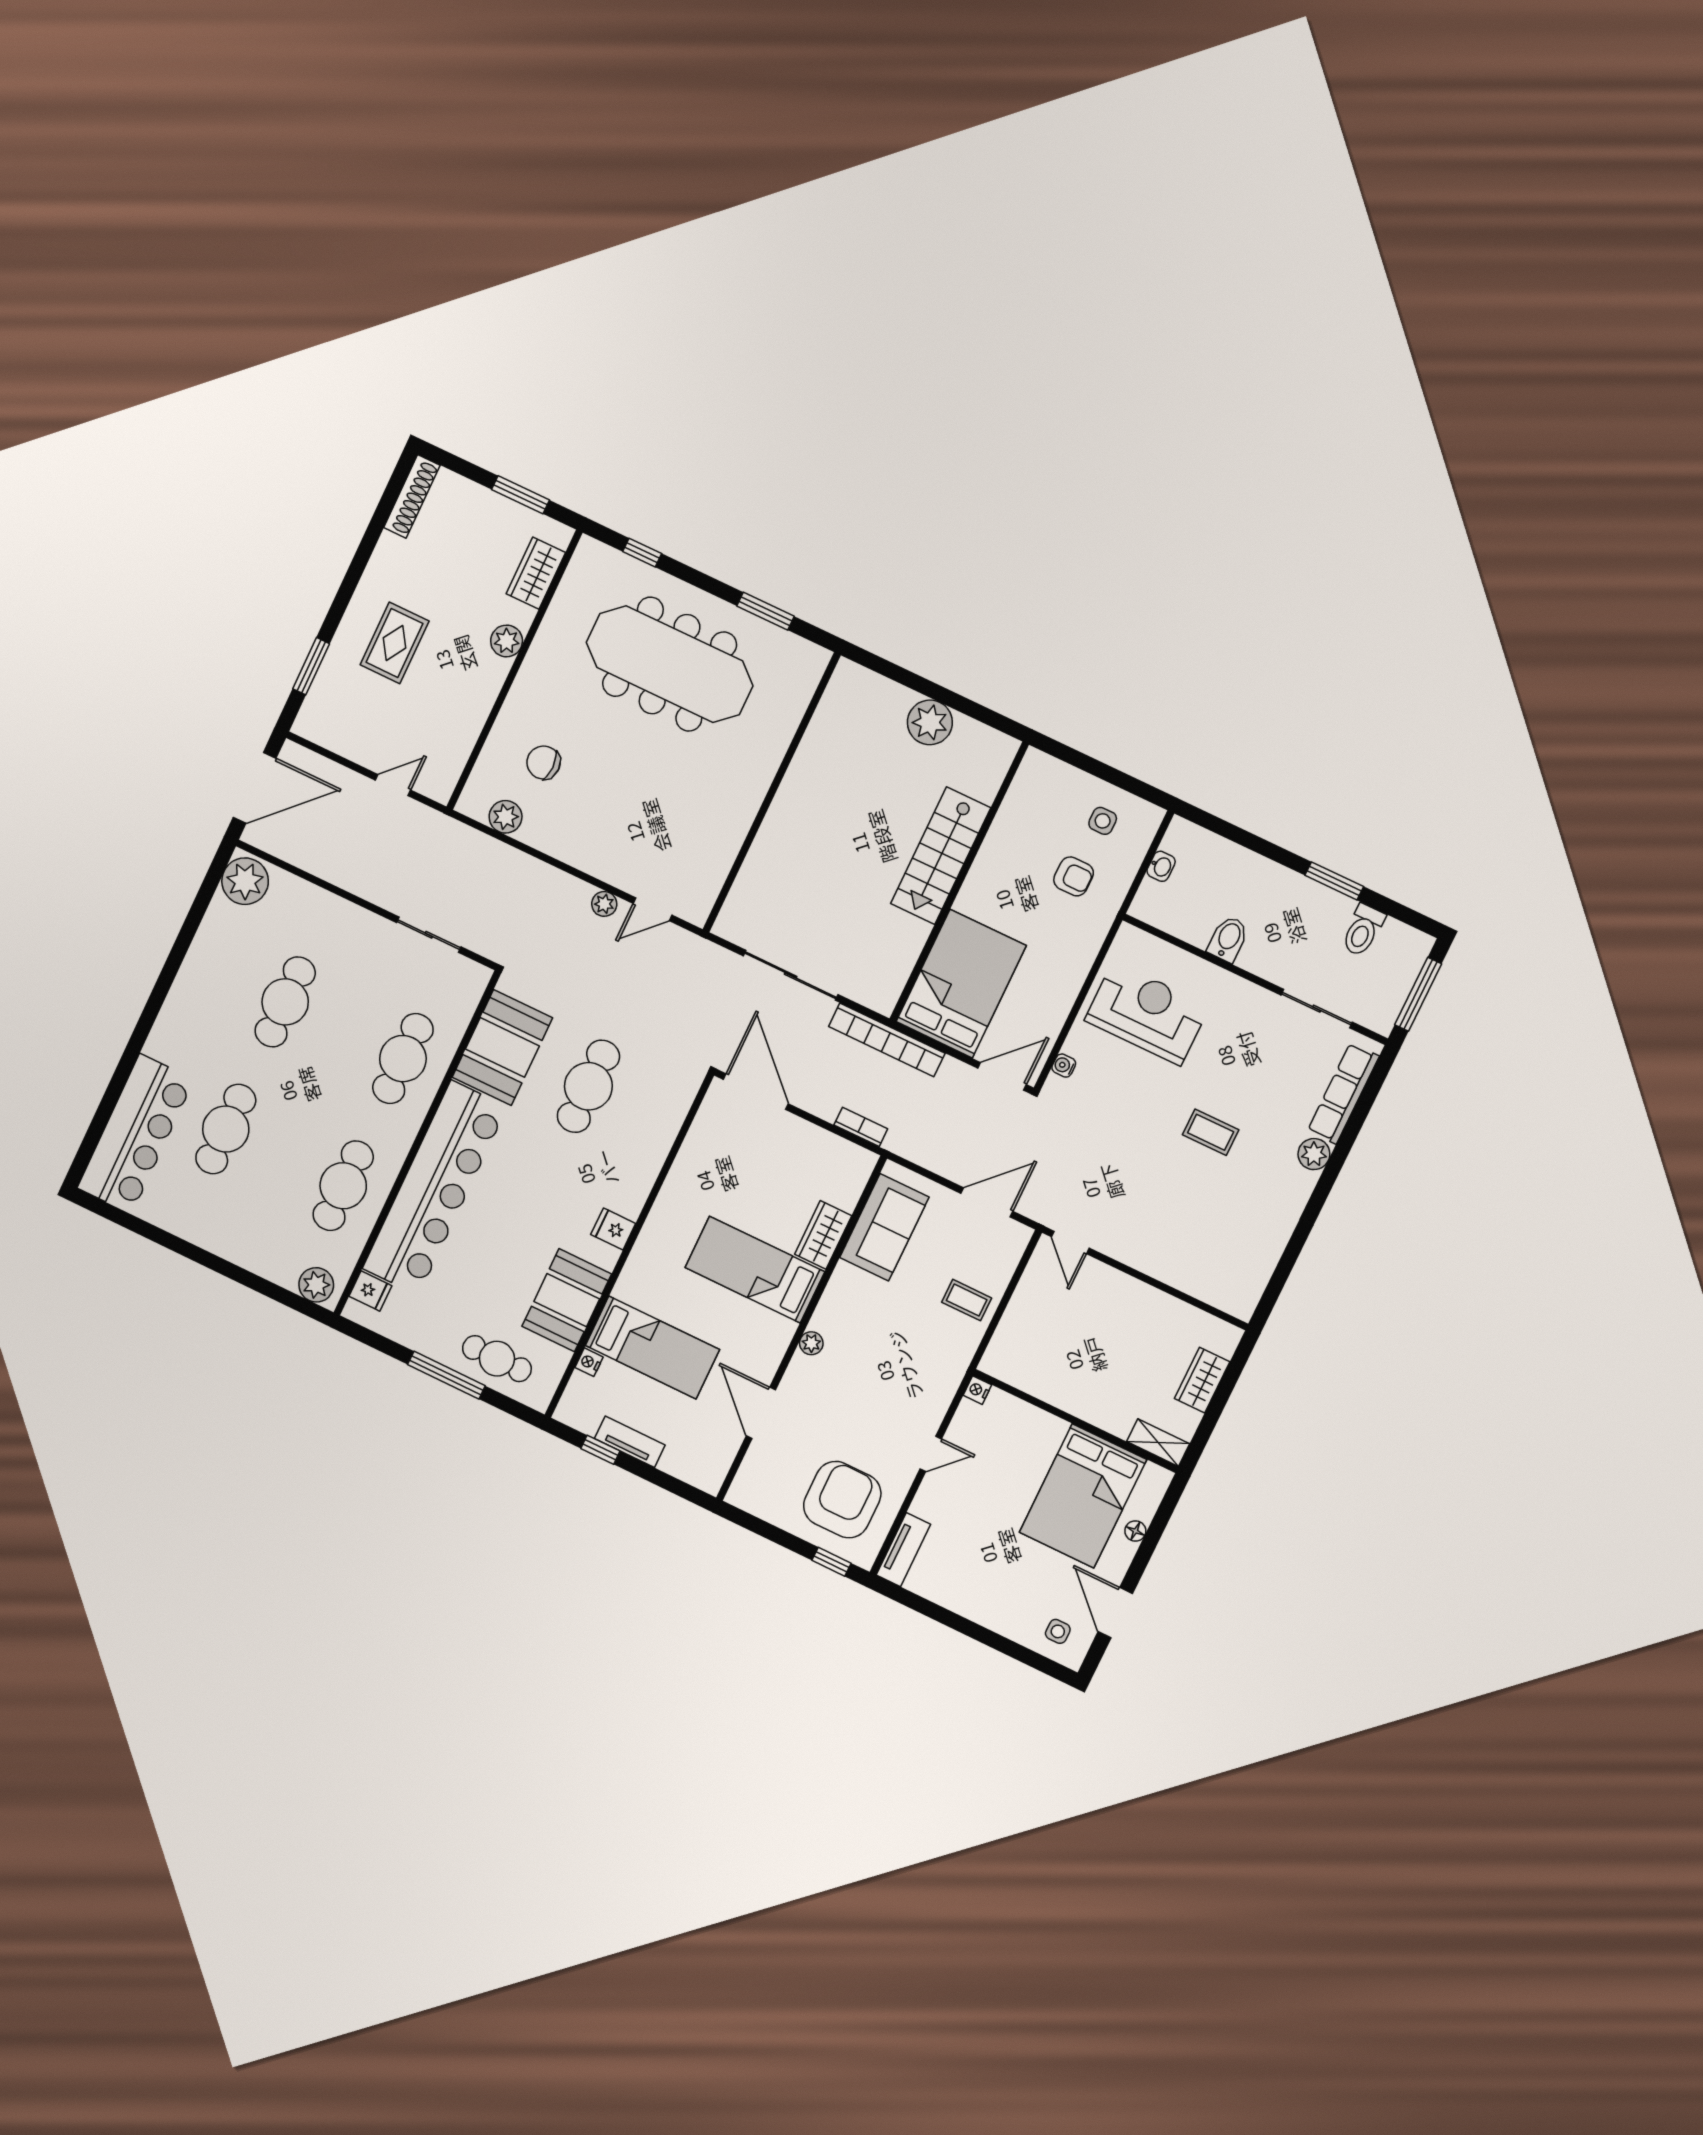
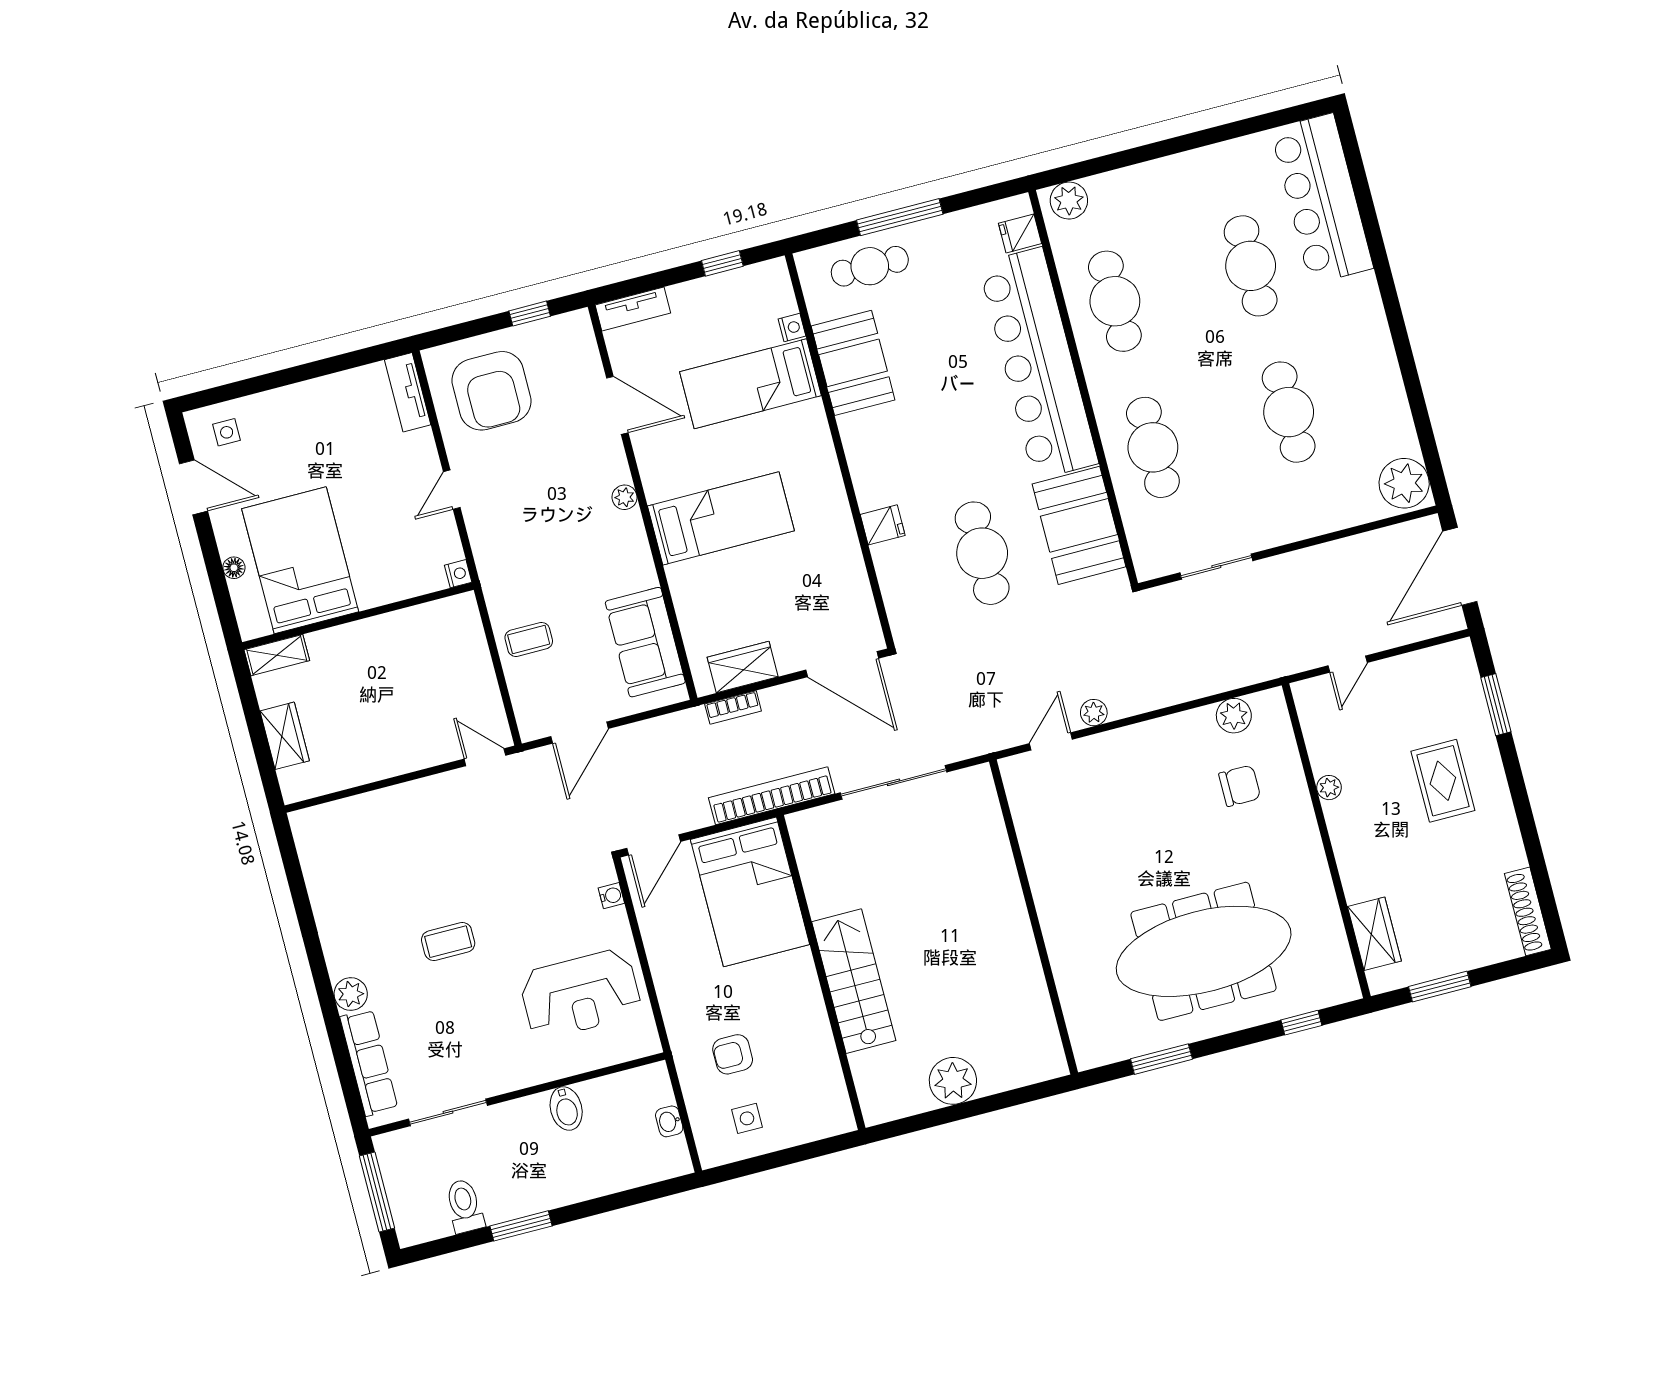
plant: (507, 641) -> (1329, 788), moved, width x0.73, depth x0.73
fridge: (613, 1229) -> (883, 525), moved
wardrobe: (823, 1235) -> (743, 667), moved, turned -90
tv unit: (630, 1442) -> (633, 309), moved
window: (832, 1562) -> (530, 314), moved

